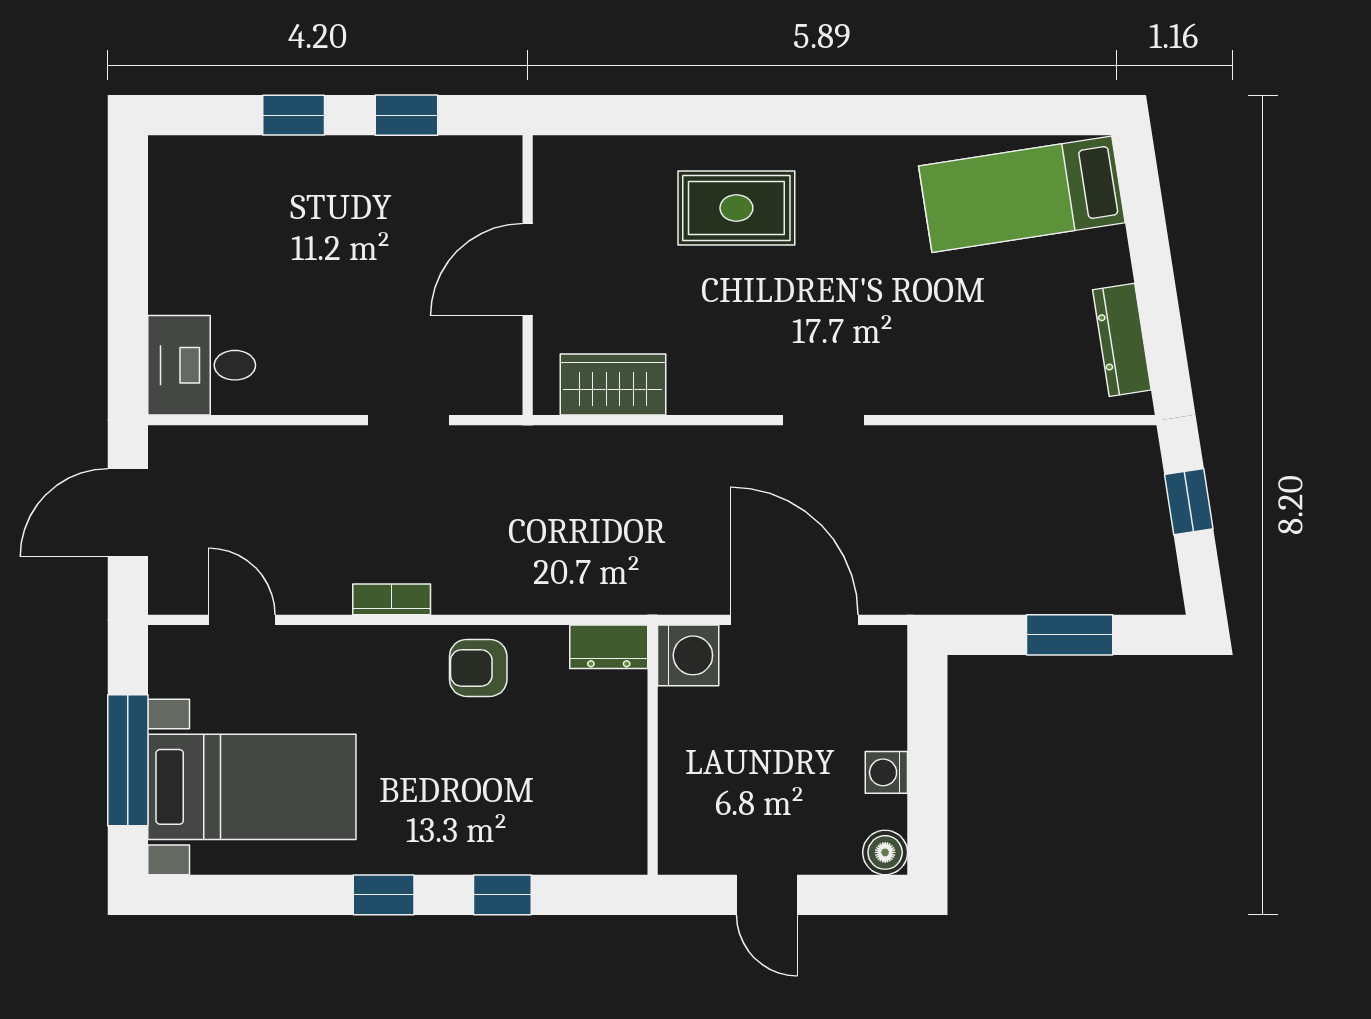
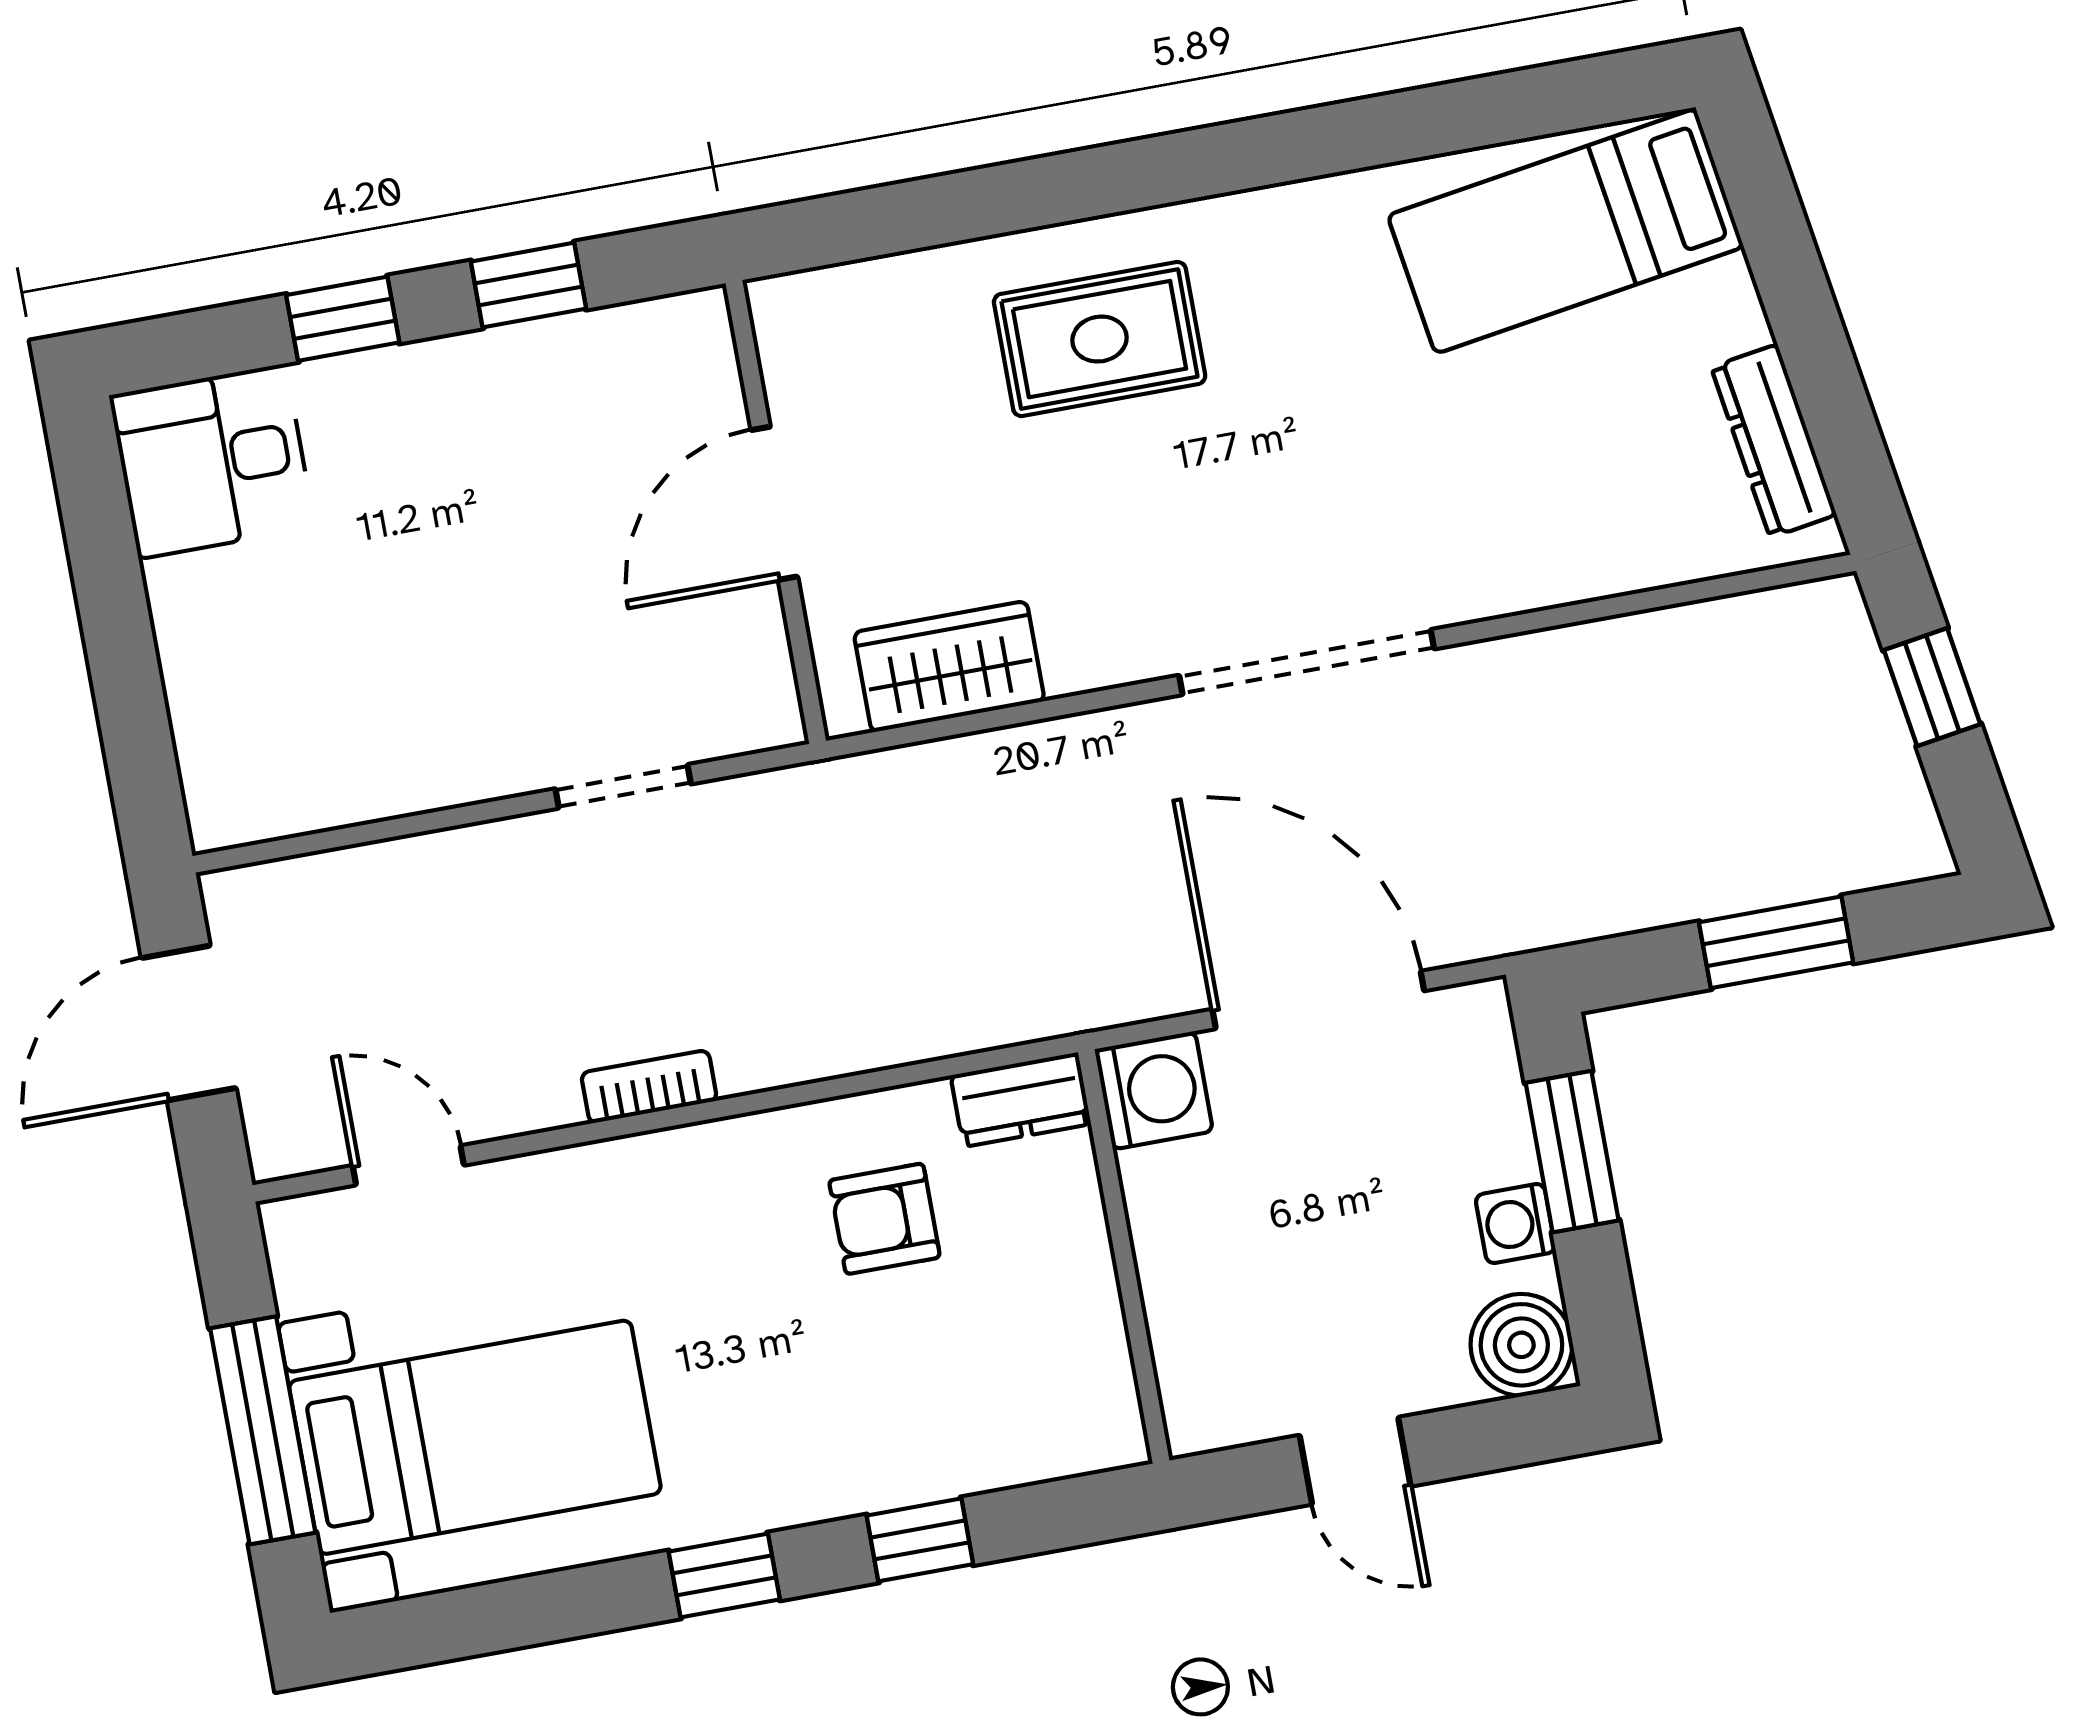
desk: (202, 365) -> (212, 461), moved
doorway: (824, 420) -> (1307, 662), width x1.87
armchair: (478, 668) -> (884, 1219), moved
window: (927, 736) -> (1572, 1152), added
boiler: (885, 852) -> (1521, 1345), width x1.36, depth x1.36

